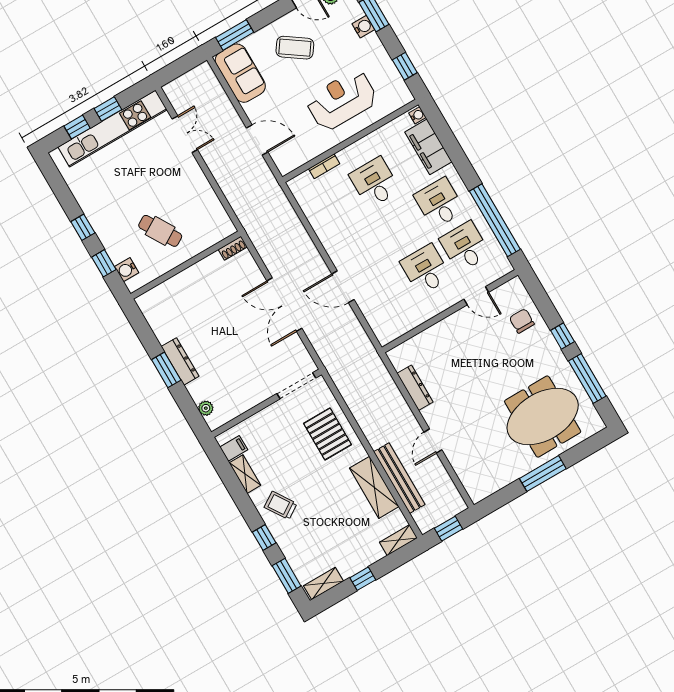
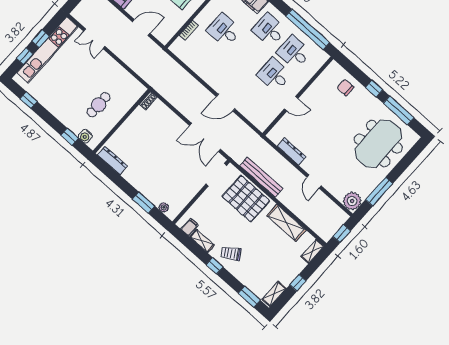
double door: (185, 134) -> (94, 39), swing flipped
window: (83, 227) -> (28, 100), moved
cafe table: (160, 231) -> (99, 105), turned -59
door: (476, 296) -> (291, 104), moved
double door: (284, 305) -> (205, 137), moved
dresser: (180, 361) -> (112, 160), moved
window: (166, 370) -> (143, 203), moved
pallet: (327, 434) -> (246, 199), width x1.37, depth x1.41
window: (543, 474) -> (379, 192), moved
bench: (399, 478) -> (261, 177), moved
plant: (479, 487) -> (352, 201), added
window: (264, 538) -> (214, 266), moved

